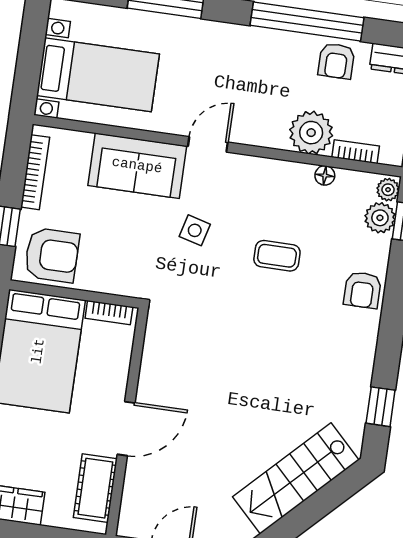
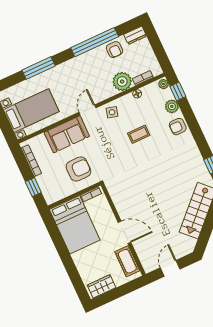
plant: (380, 218) -> (172, 106), moved
side table: (195, 230) -> (112, 112), moved
armchair: (52, 255) -> (79, 169), moved
armchair: (362, 290) -> (178, 127), turned 90
door: (126, 429) -> (124, 232), hinge flipped

